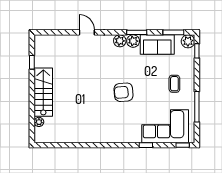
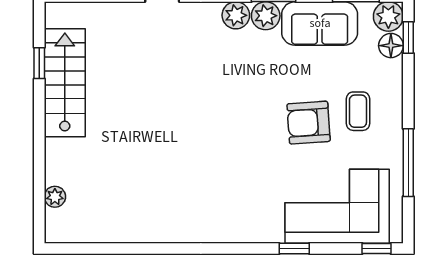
floor lamp: (189, 54) -> (391, 46), added
stairs: (43, 92) -> (65, 83), moved
armchair: (124, 92) -> (309, 123), moved

